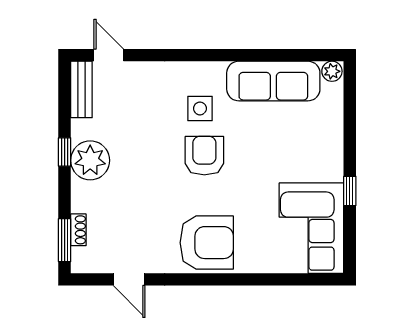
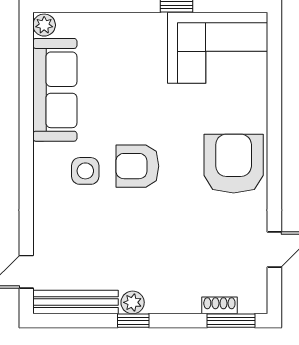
bench: (81, 89) -> (76, 302), width x1.36
plant: (90, 160) -> (133, 302), width x0.53, depth x0.53

